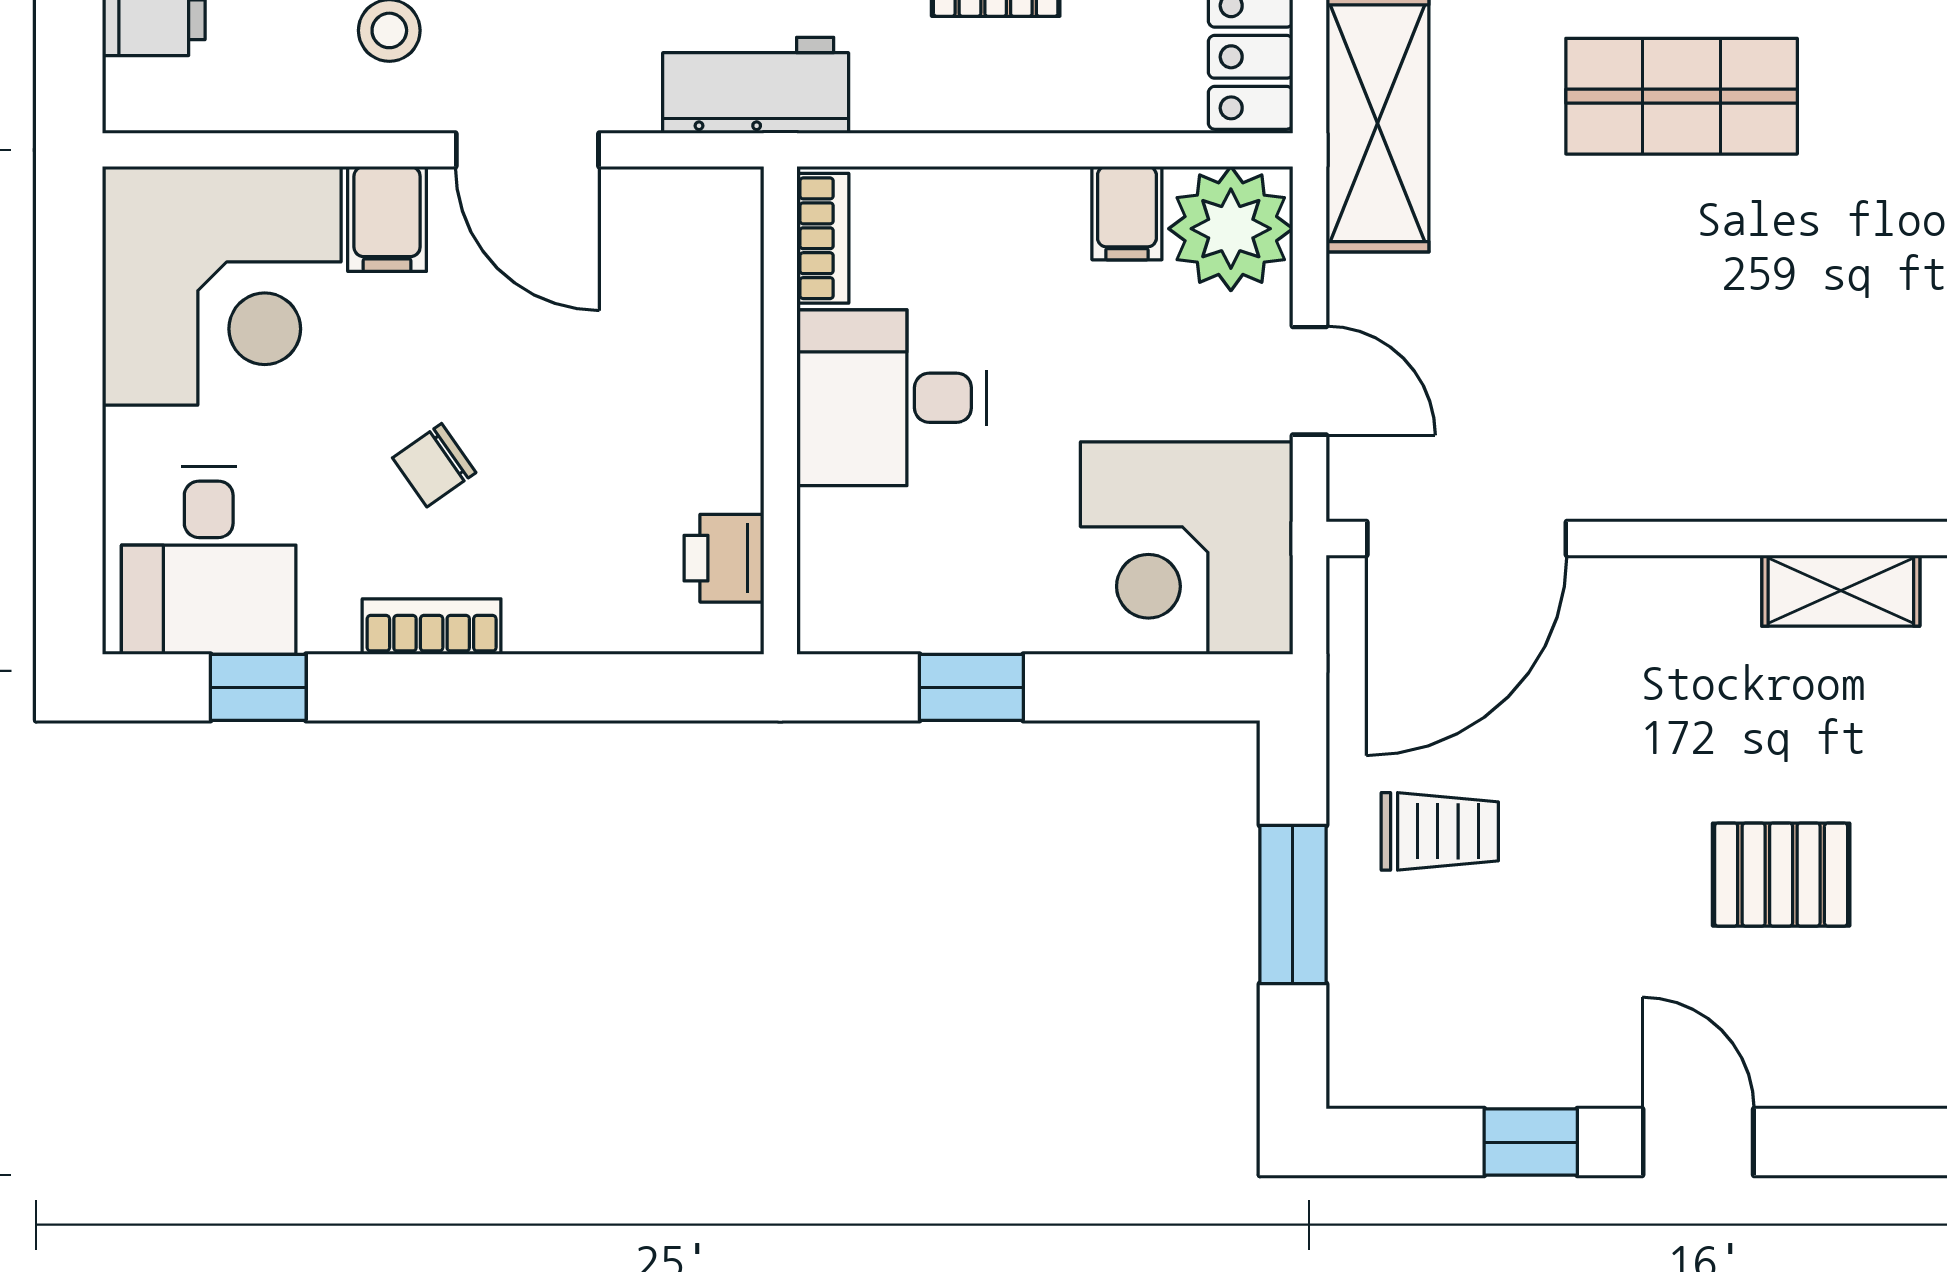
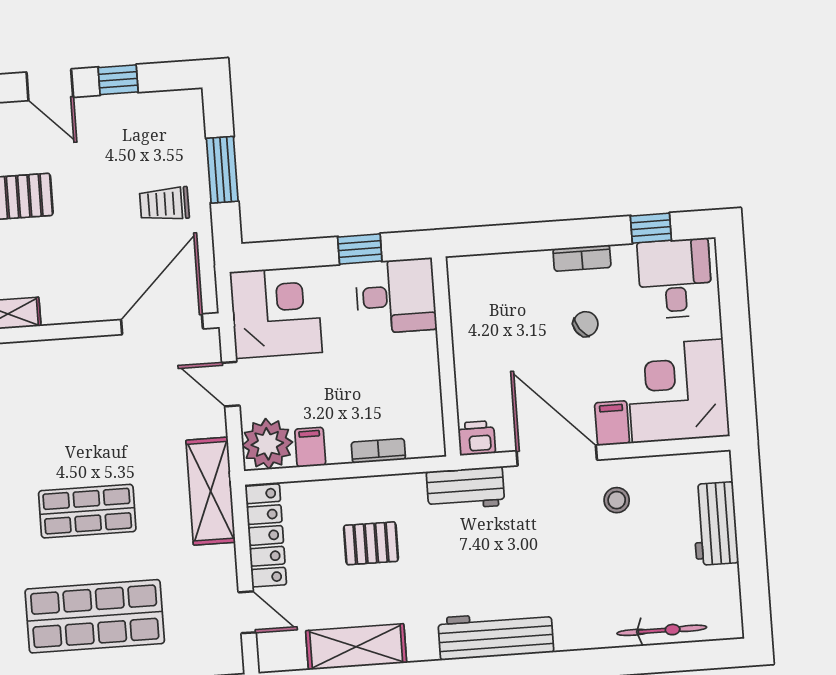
door: (527, 150) -> (557, 455), width x1.36
bookcase: (823, 238) -> (378, 451), moved, turned 90
desk: (892, 398) -> (396, 296), moved
printer: (724, 558) -> (477, 438), moved, turned -90

